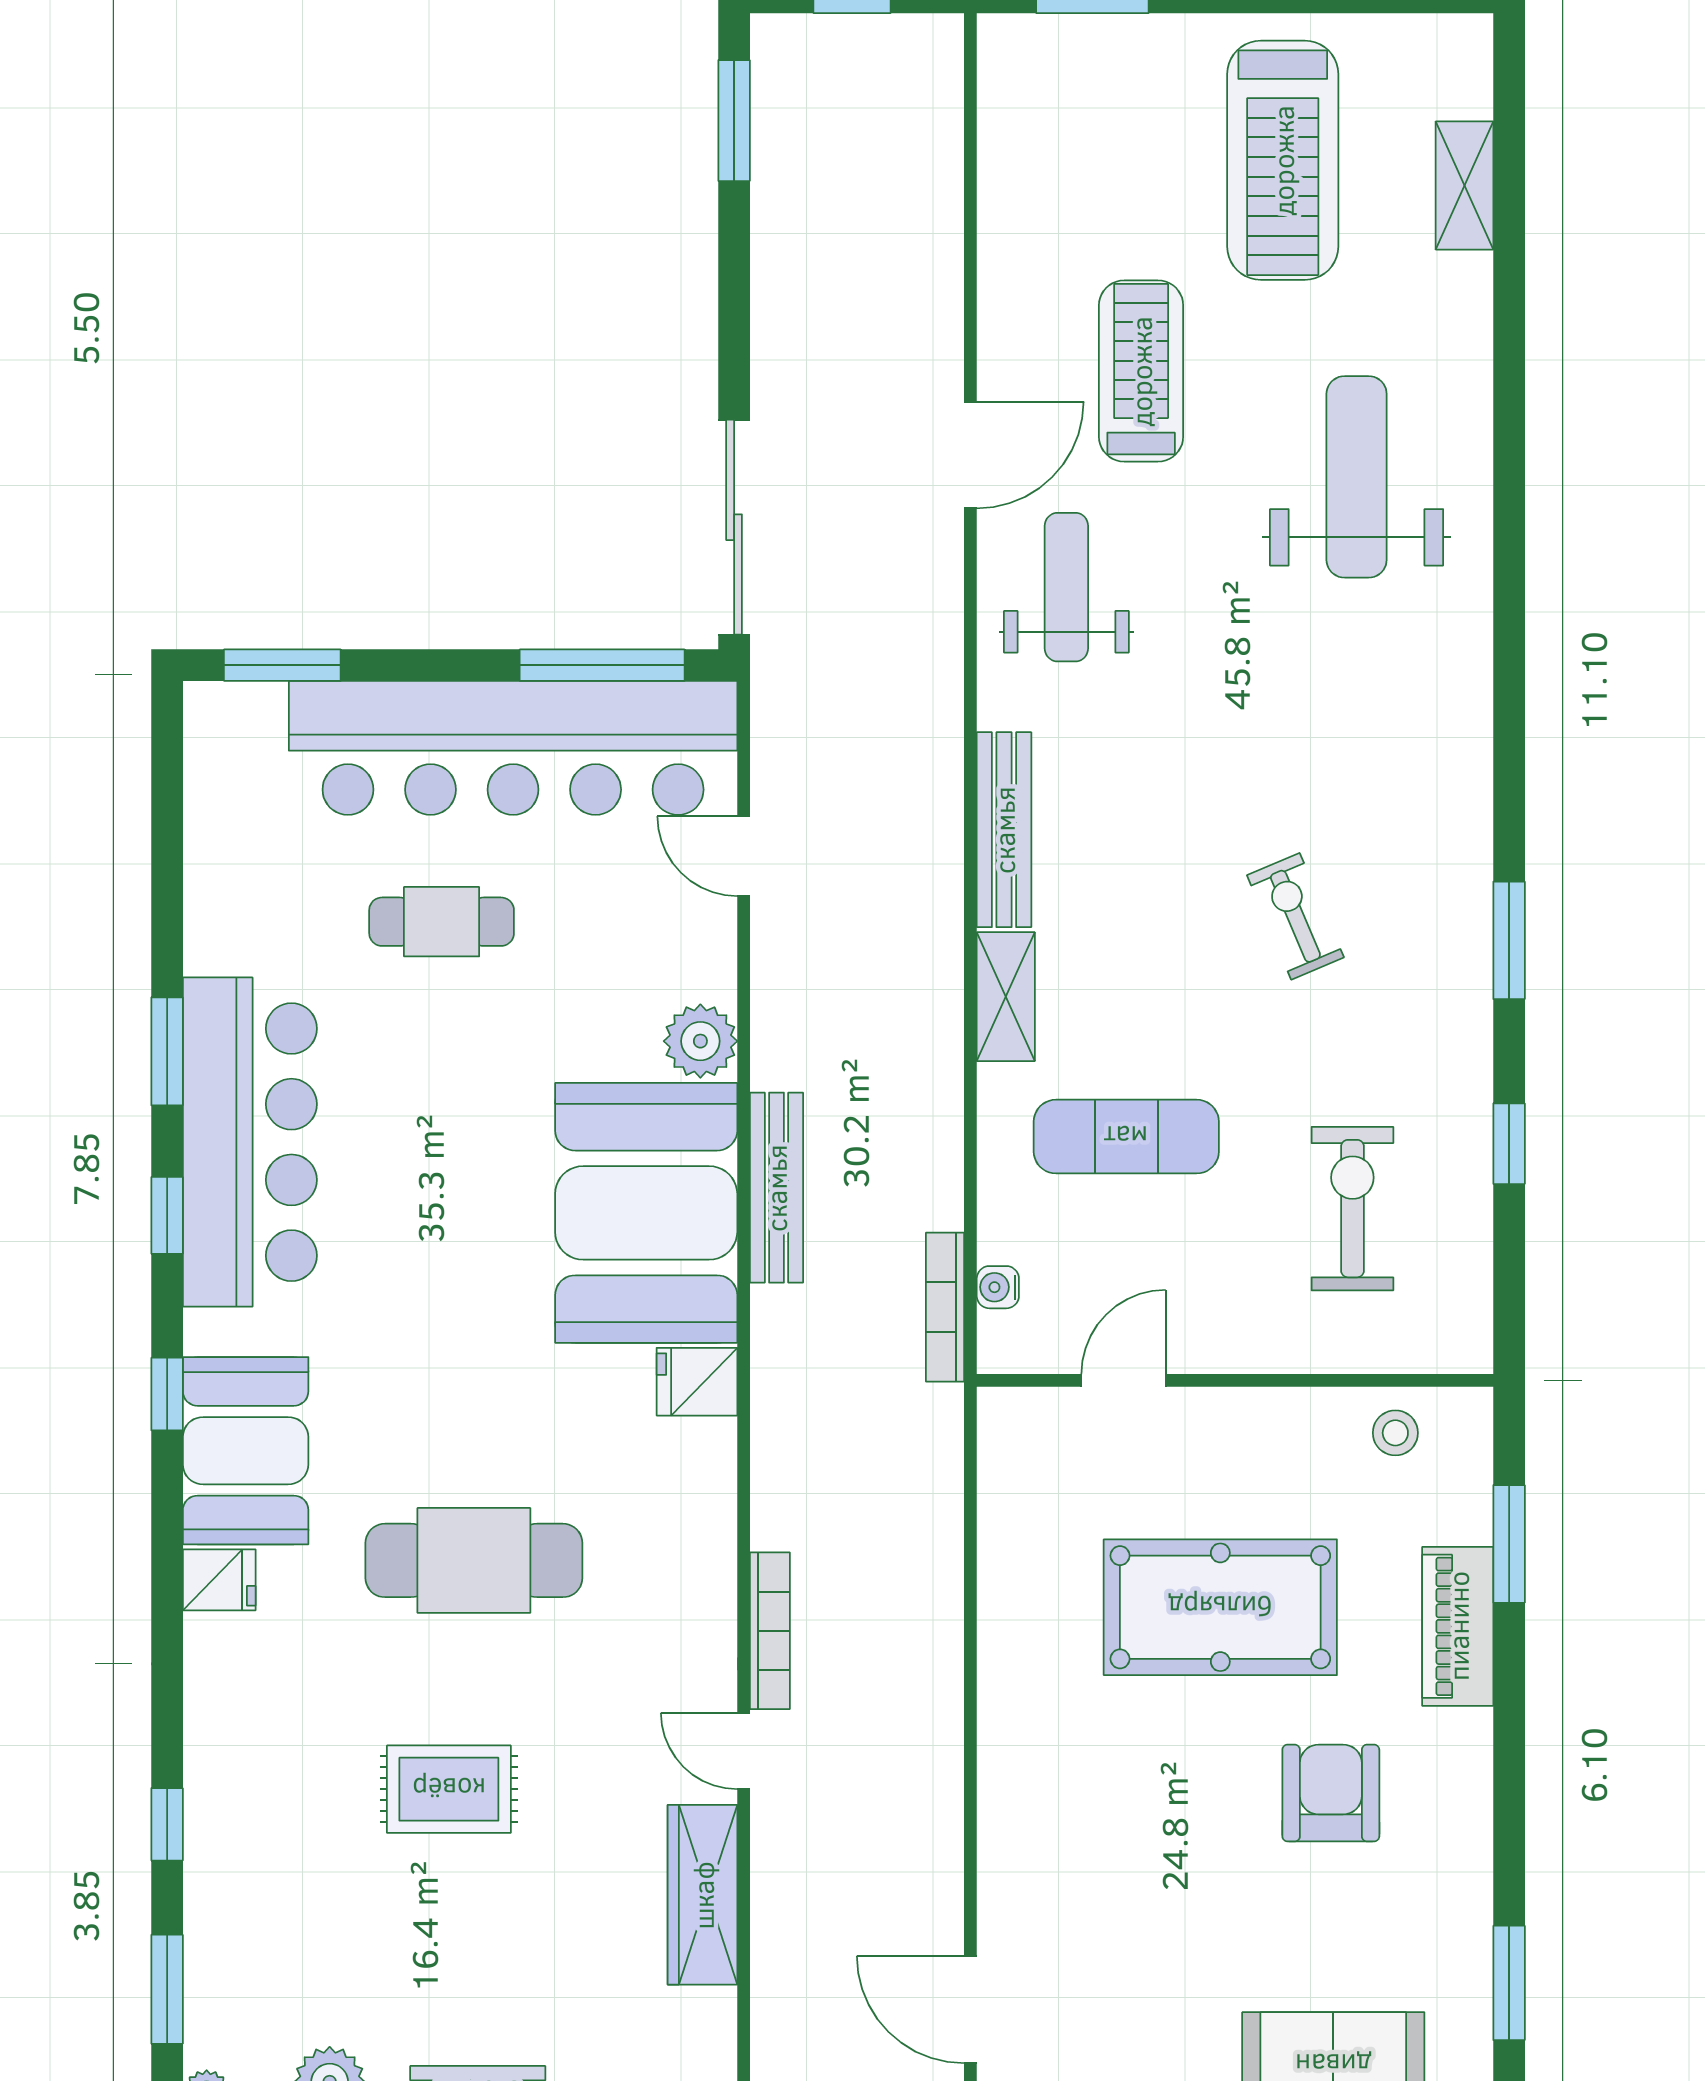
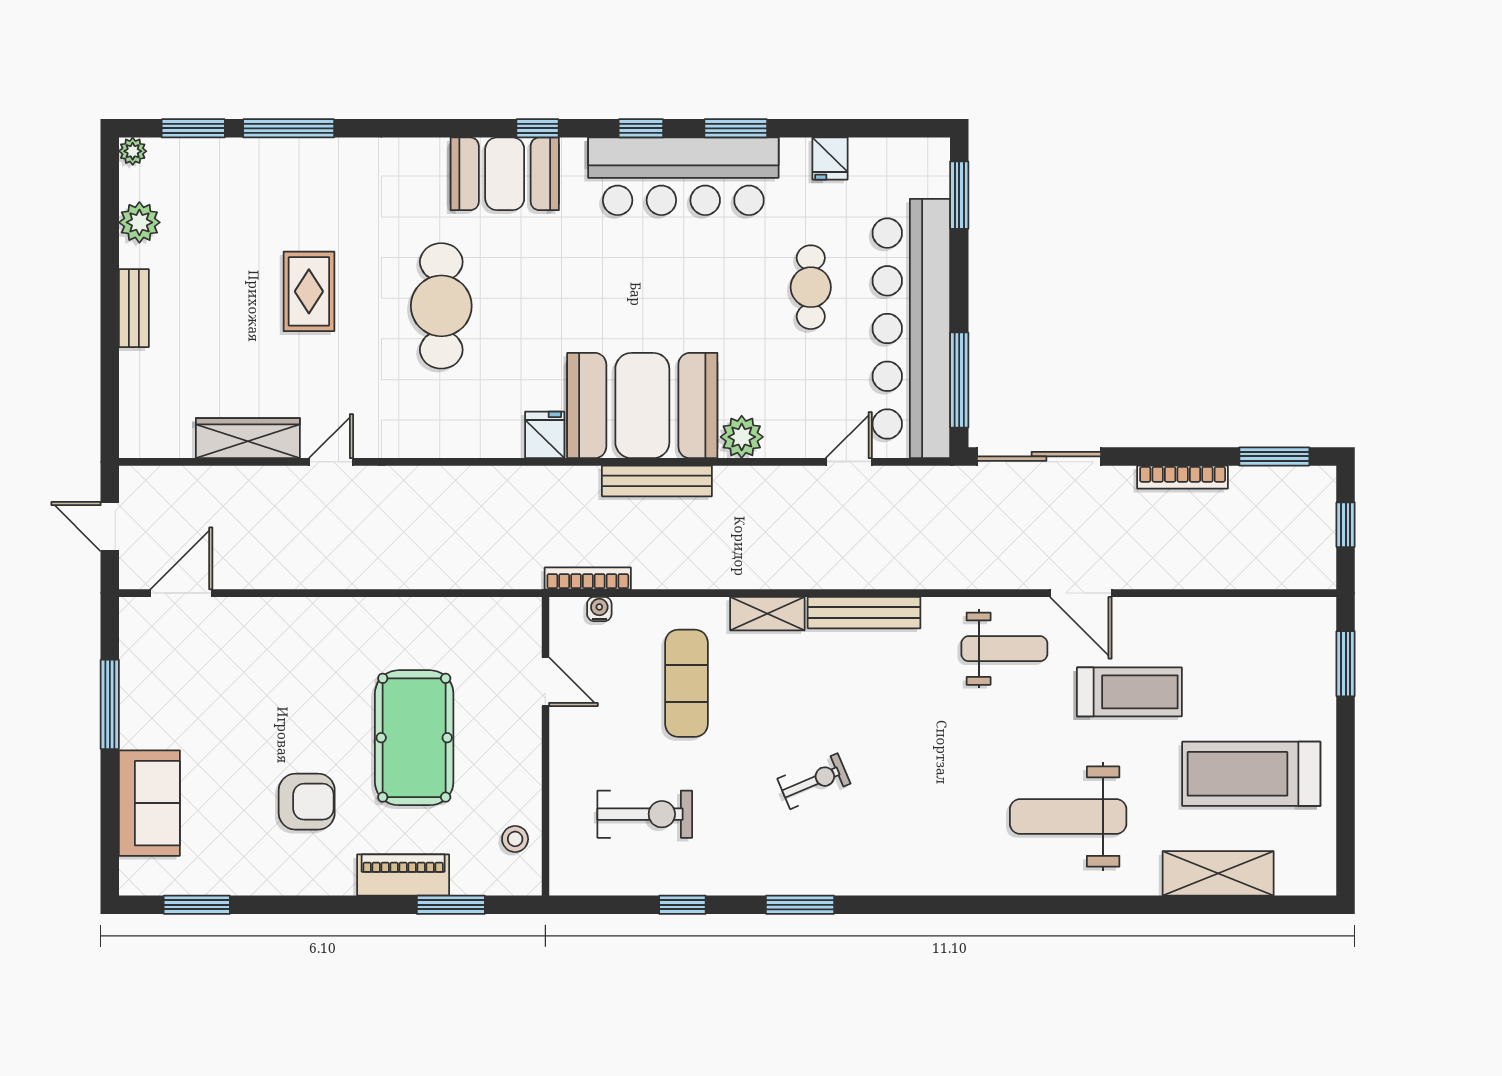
shelving: (1465, 186) -> (1218, 873), width x1.50, depth x1.33
weight bench: (1357, 477) -> (1068, 817), turned 180
fridge: (219, 1580) -> (830, 159), moved
bookcase: (770, 1631) -> (1183, 477), moved
window: (167, 1824) -> (289, 128), width x2.17

